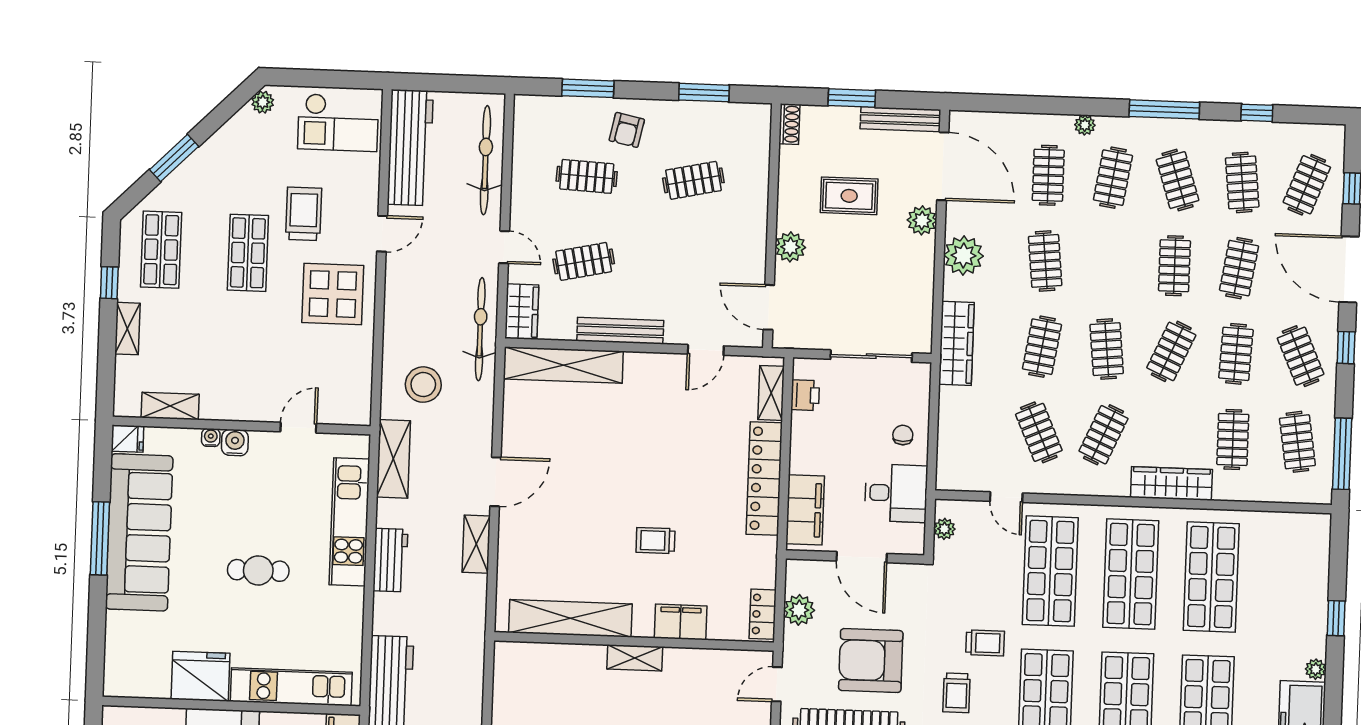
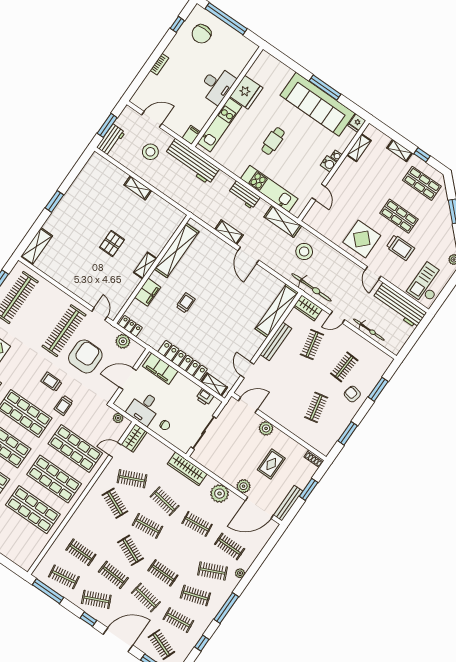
bicycle: (485, 160) -> (369, 330), width x0.73, depth x0.71
clothes rail: (1113, 178) -> (213, 571), turned -33
wardrobe: (1171, 484) -> (134, 438), moved, width x0.67

